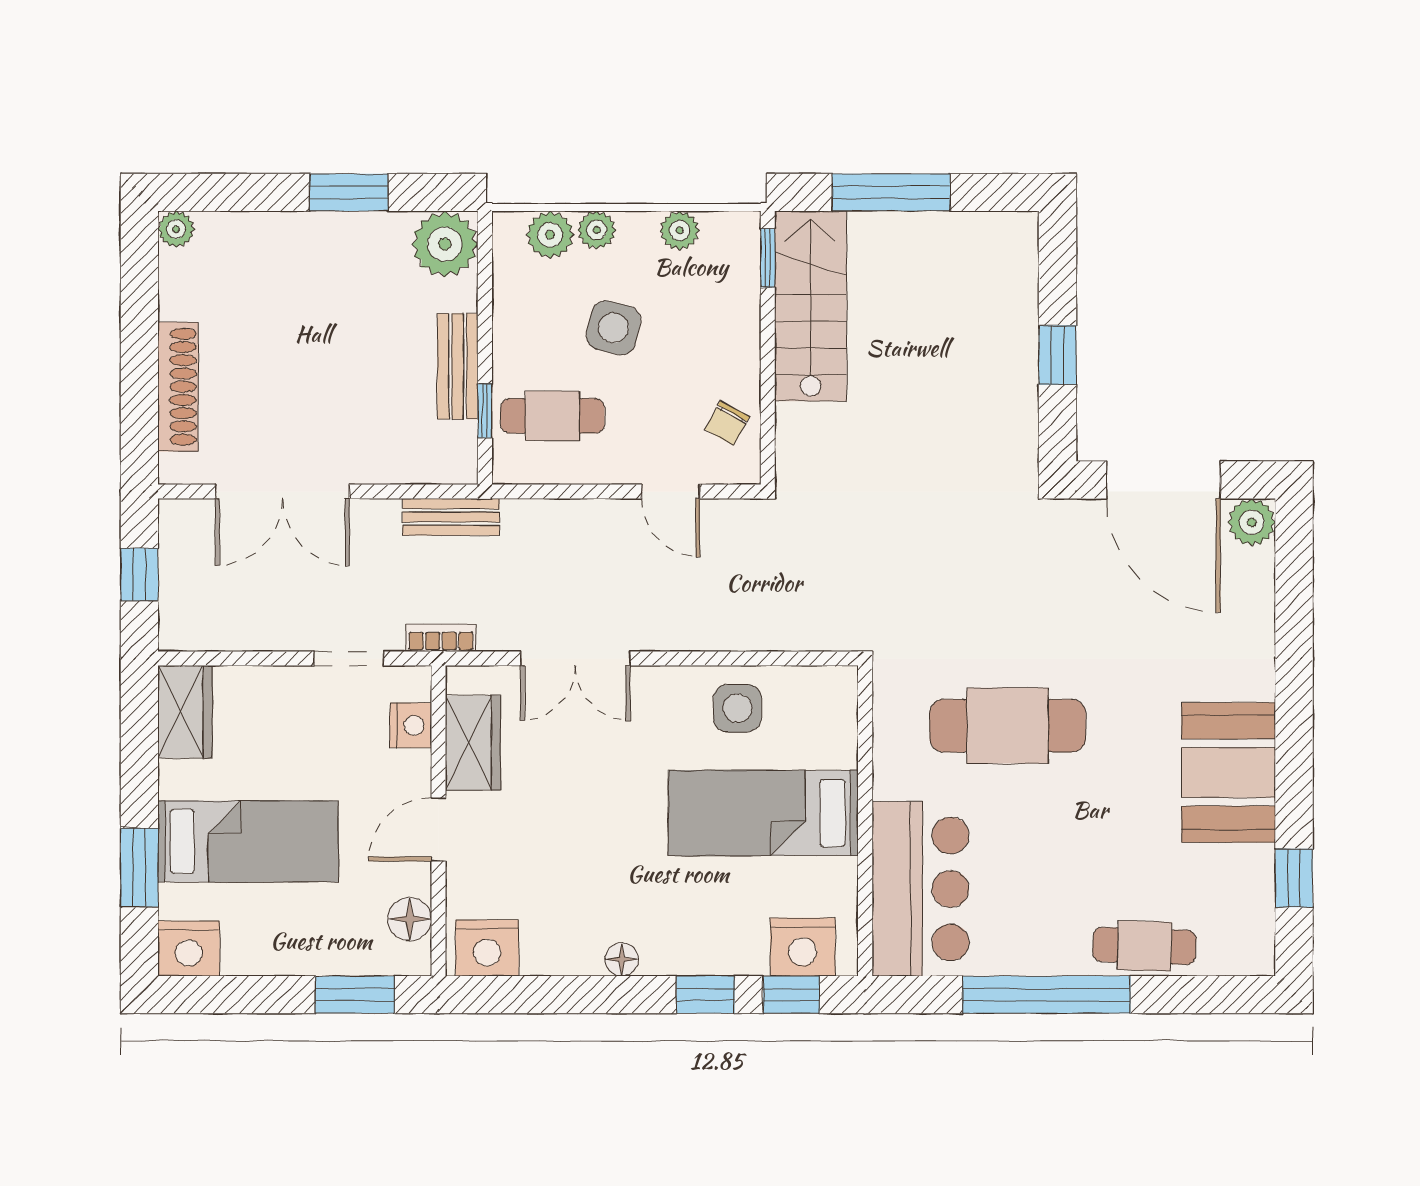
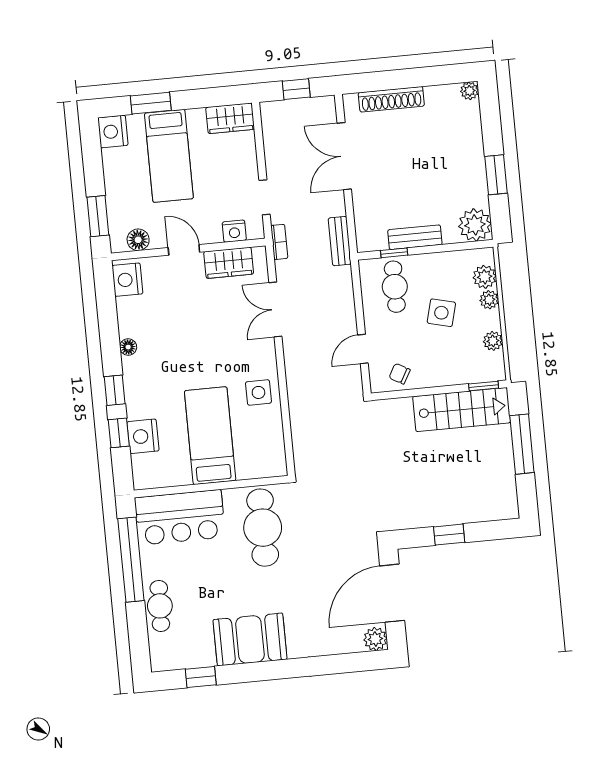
bed: (763, 813) -> (210, 436), moved
wall: (865, 821) -> (211, 487), moved
bar counter: (920, 889) -> (180, 517), moved

